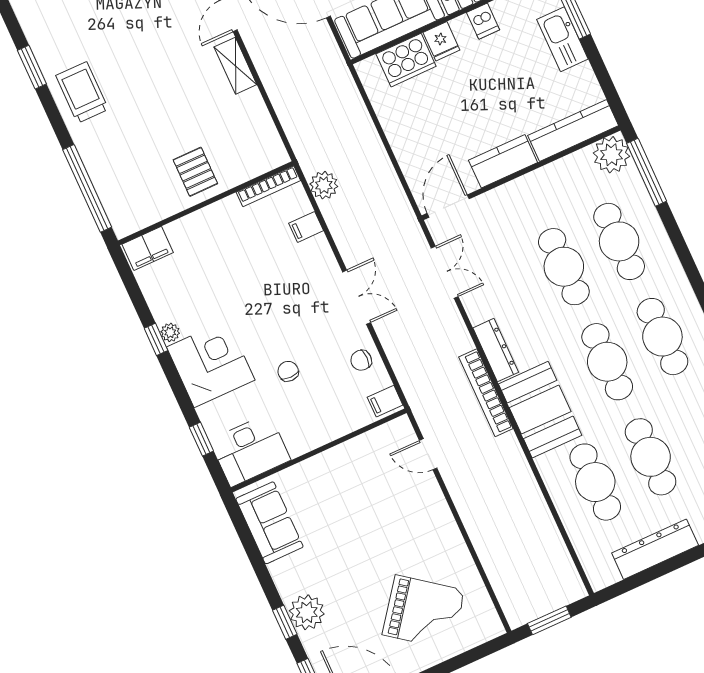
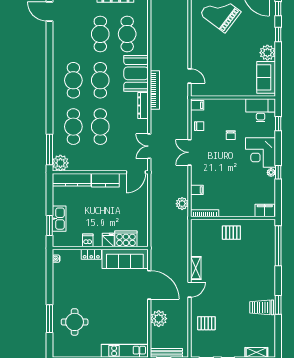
trolley: (82, 92) -> (262, 307), moved, turned 90
pallet: (195, 172) -> (231, 233), turned 90
plant: (307, 612) -> (267, 53), moved

